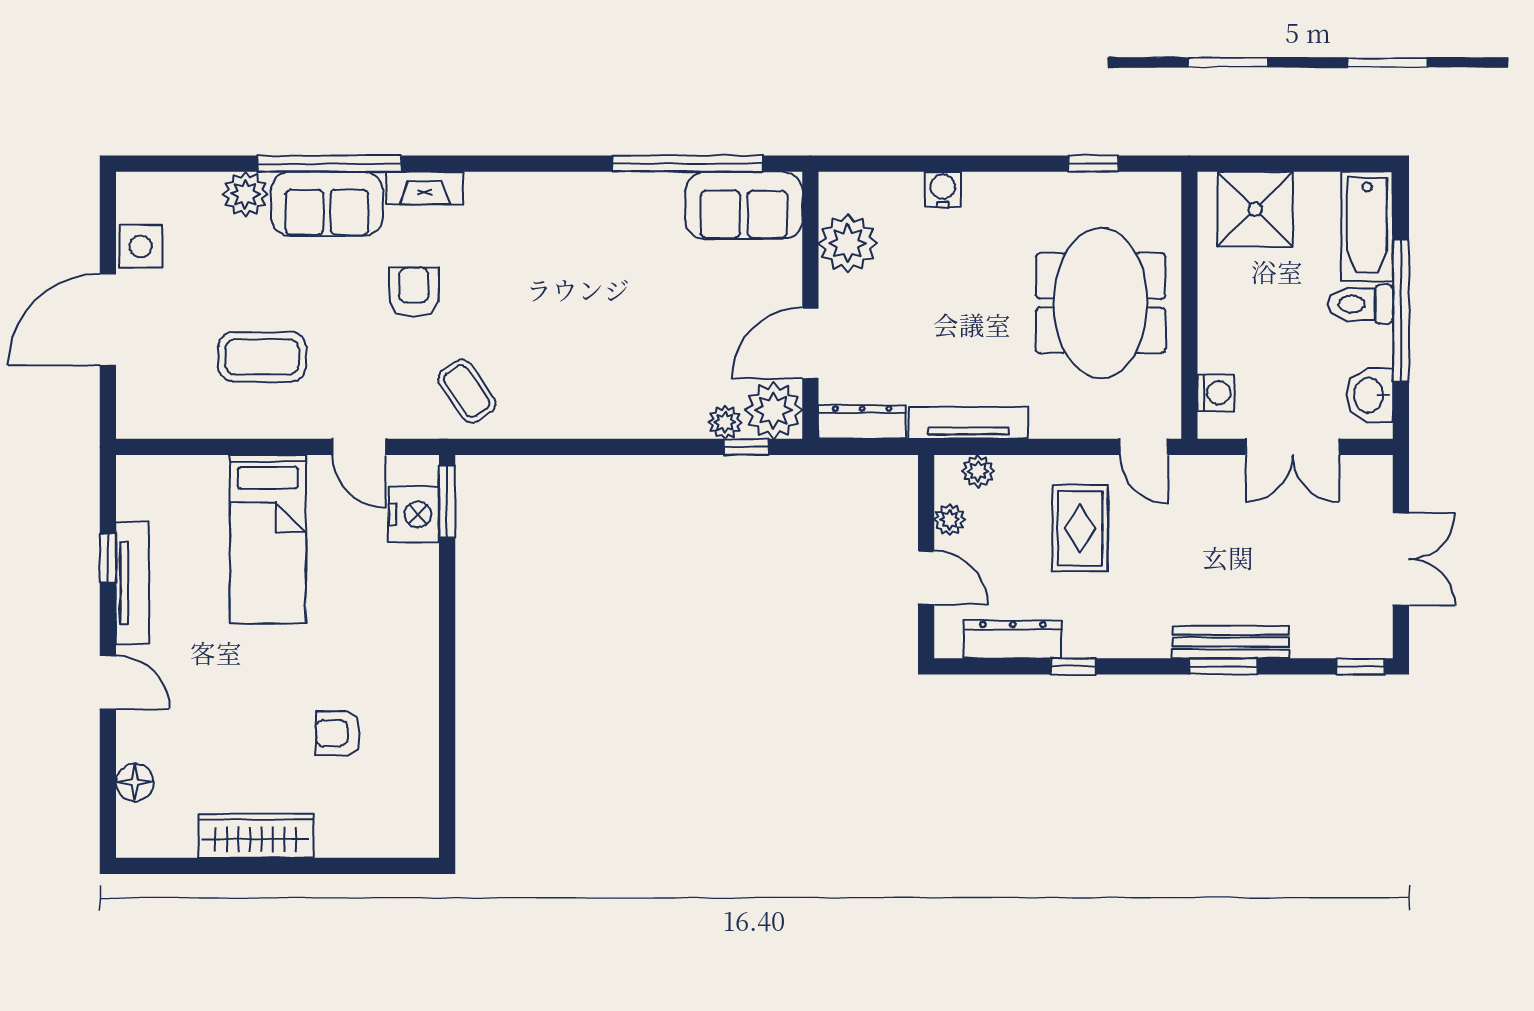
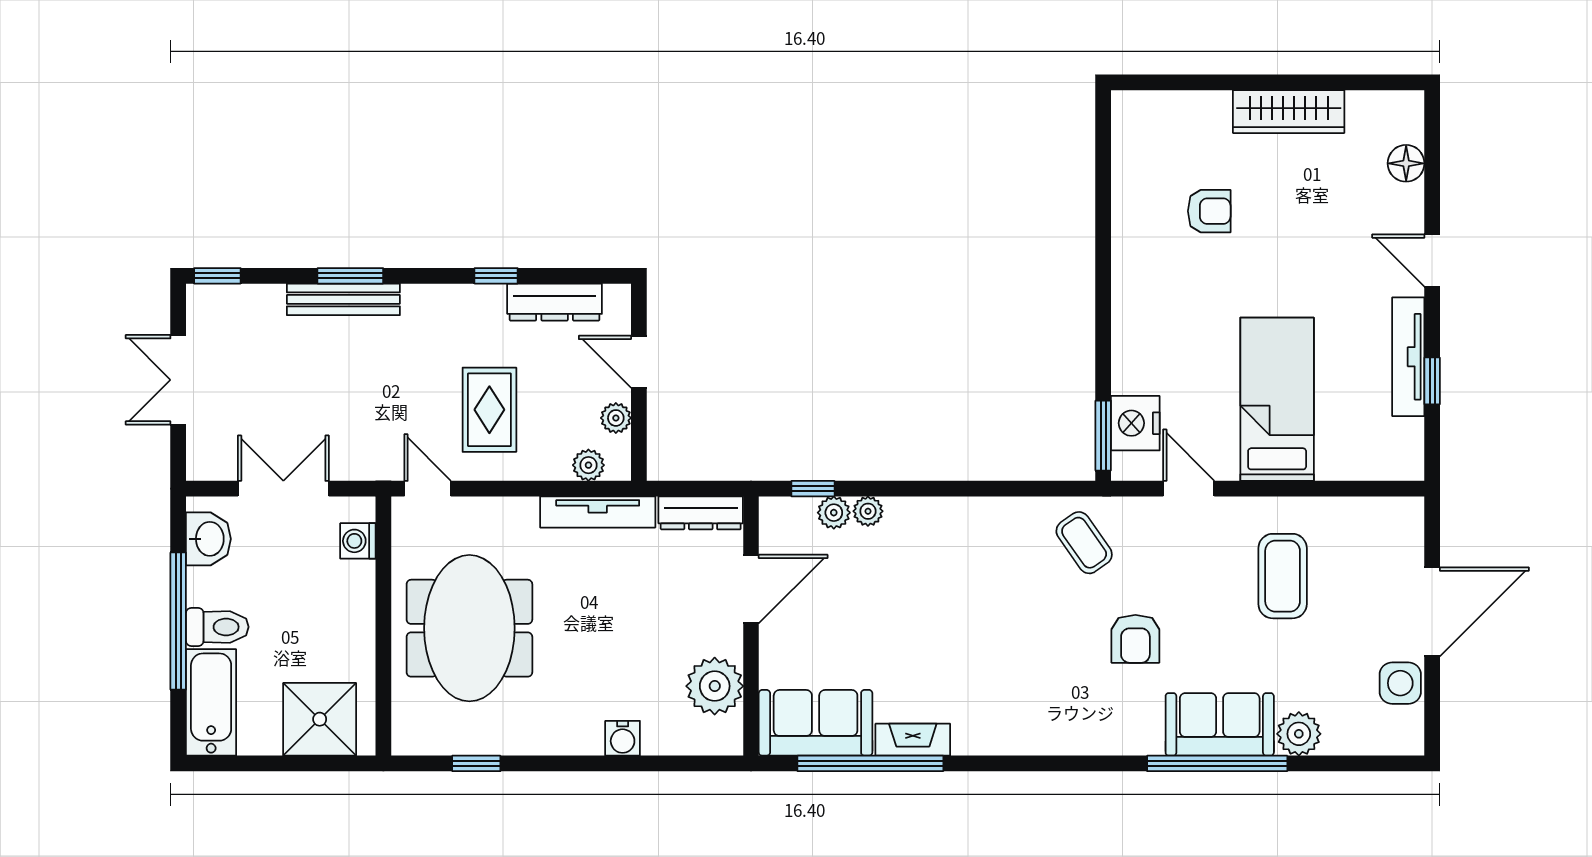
fireplace: (425, 188) -> (913, 740), moved
coffee table: (262, 357) -> (1283, 576), turned 90
plant: (774, 410) -> (868, 511), moved, width x0.53, depth x0.53

